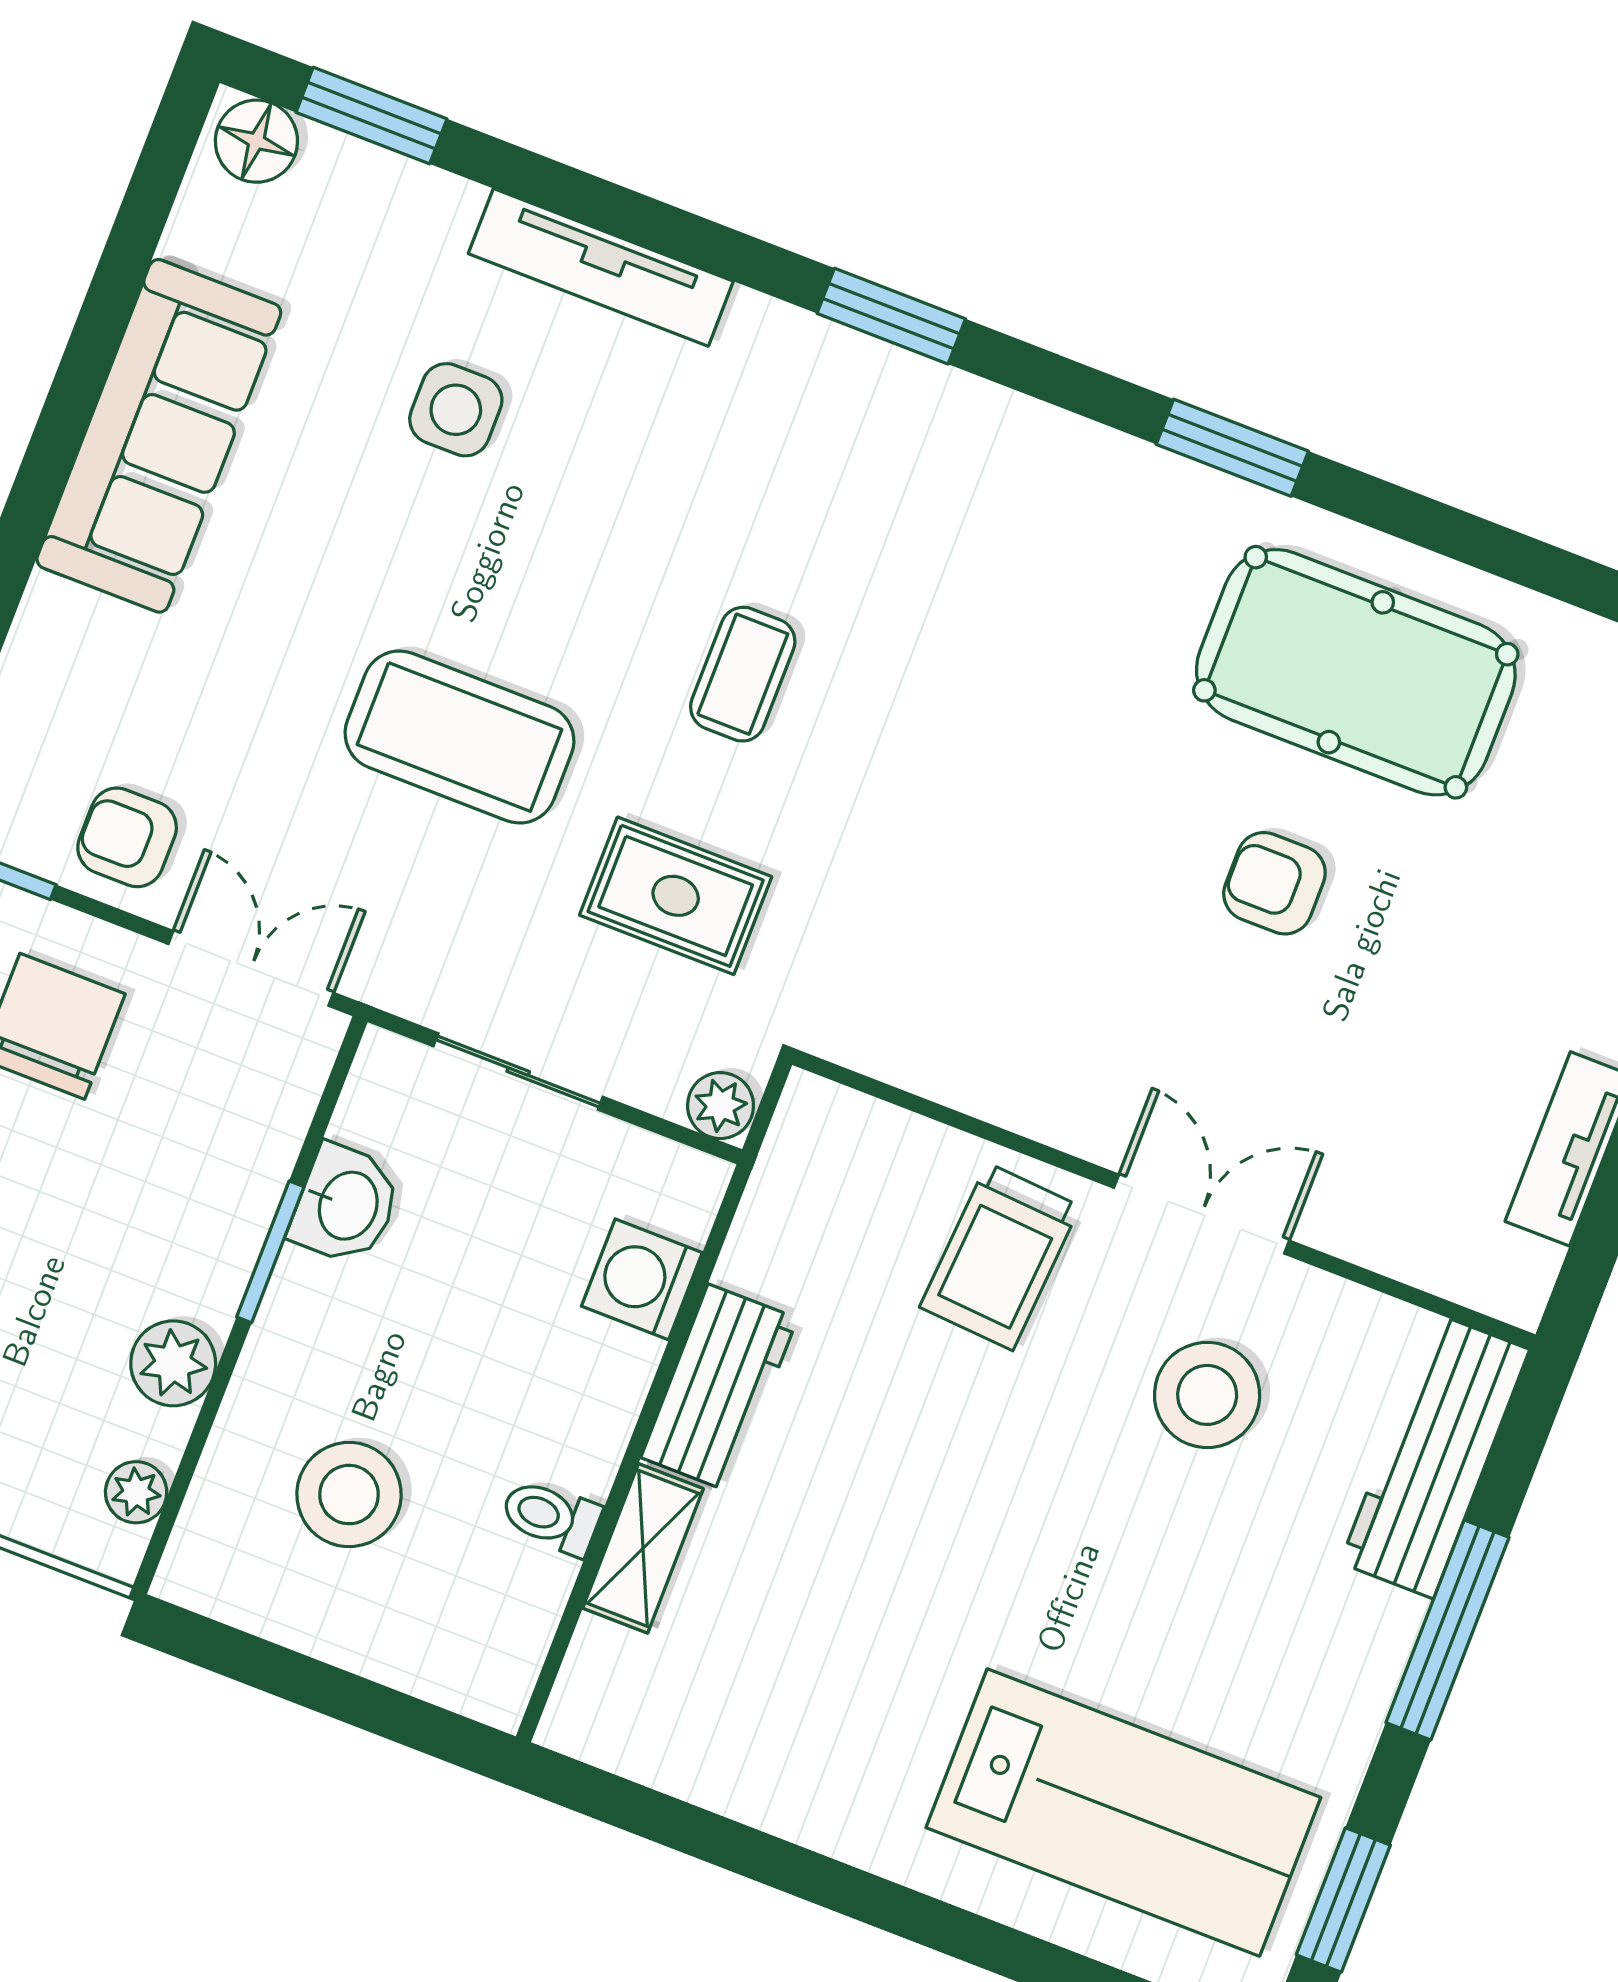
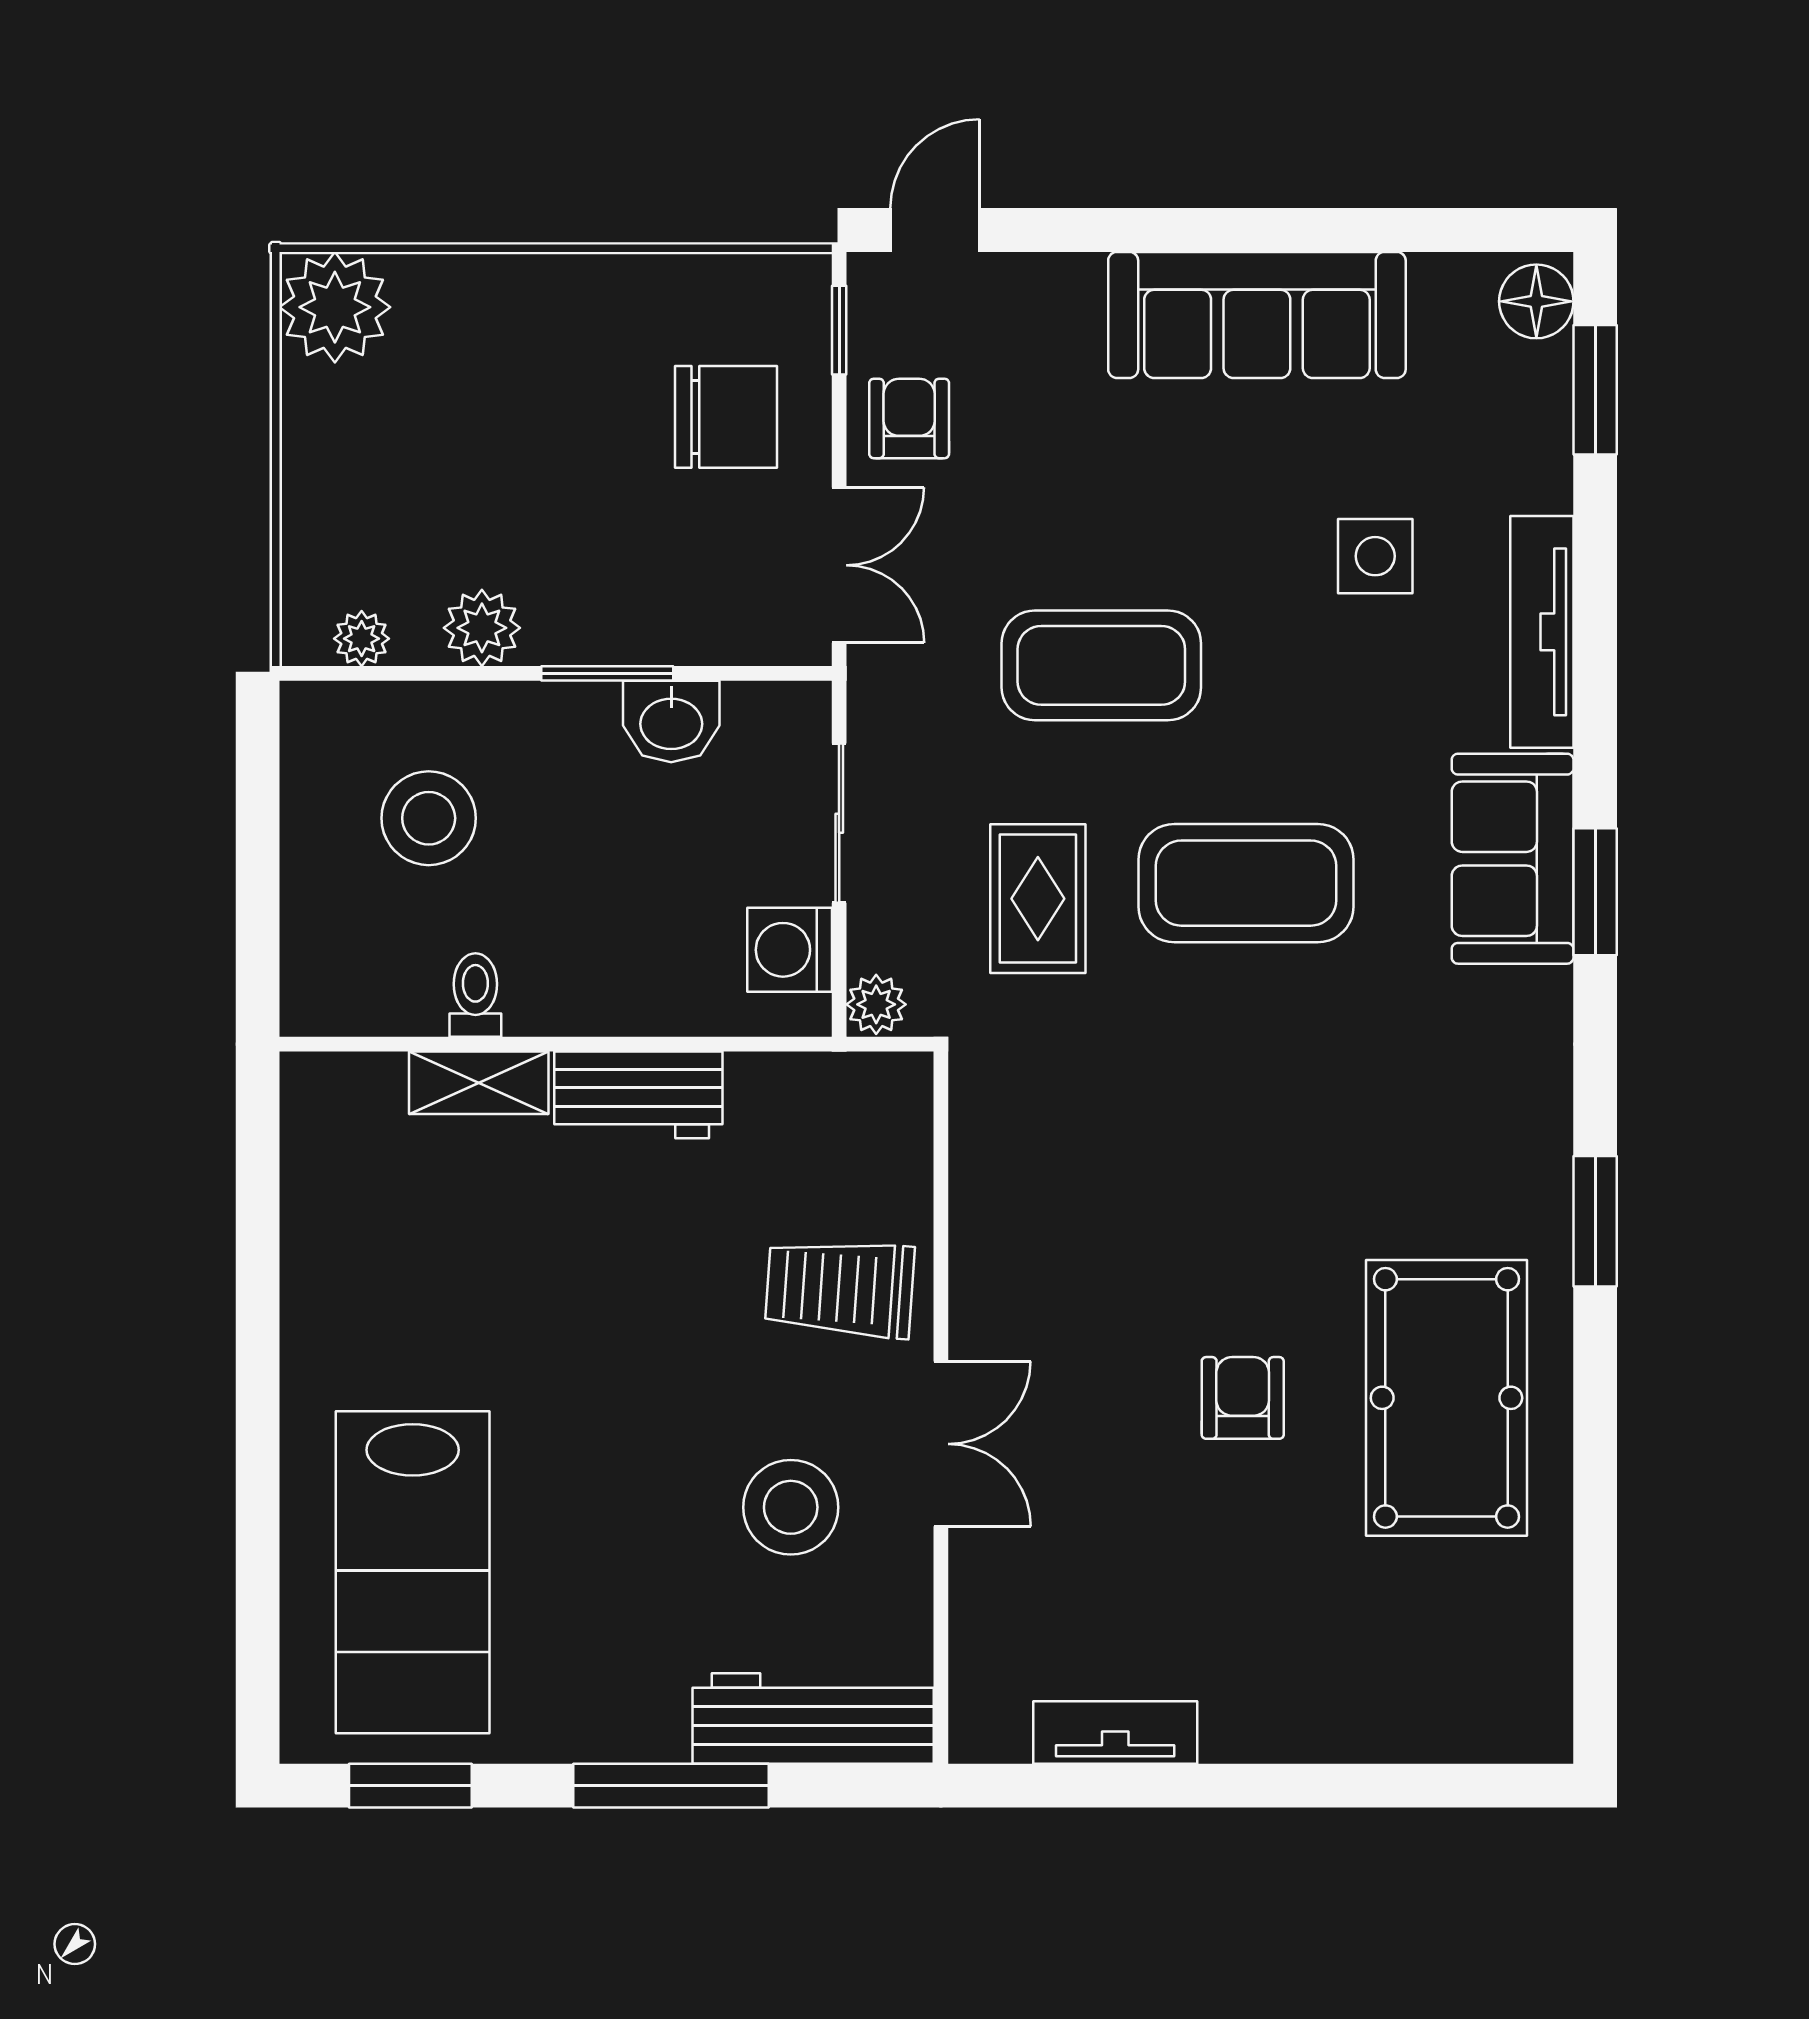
sofa: (824, 388) -> (1513, 859), added
coffee table: (743, 674) -> (1246, 883), width x1.86, depth x1.72
coffee table: (459, 737) -> (1101, 665), turned 90
washing machine: (642, 1279) -> (790, 950), moved, turned -90

